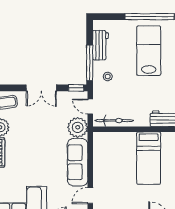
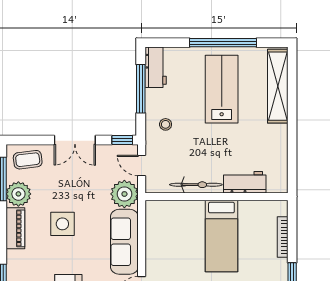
workbench: (100, 45) -> (156, 67), moved
window: (90, 63) -> (141, 89), moved
bicycle: (114, 121) -> (196, 185), moved
side table: (32, 149) -> (62, 224), added

